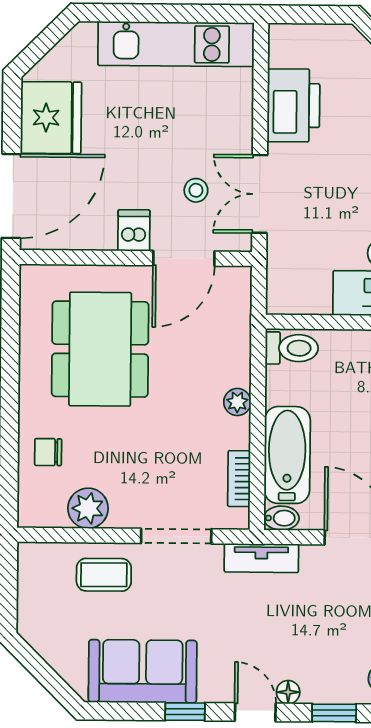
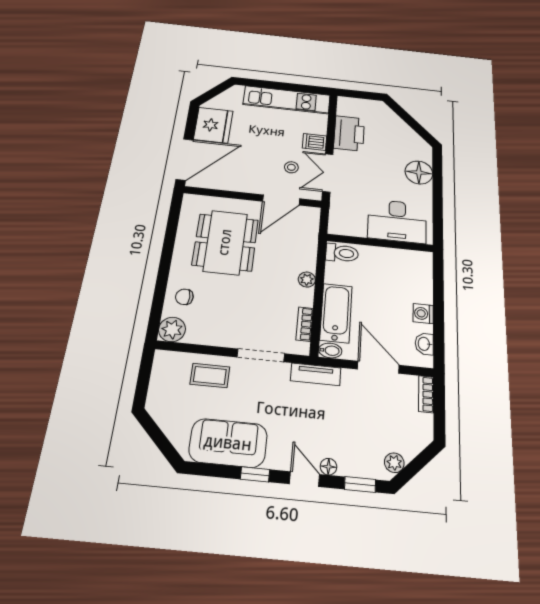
dishwasher: (134, 230) -> (315, 142), moved, turned -90
plant: (88, 508) -> (172, 329), moved

